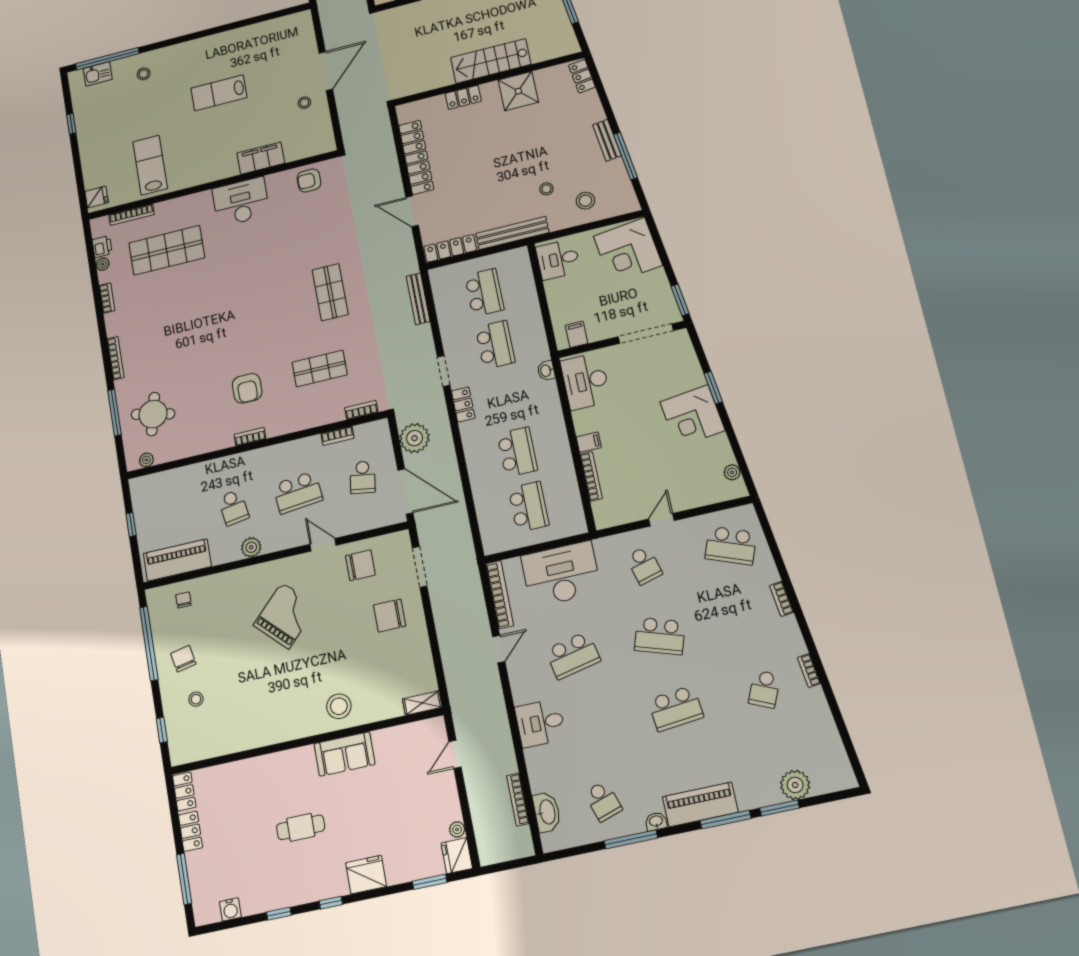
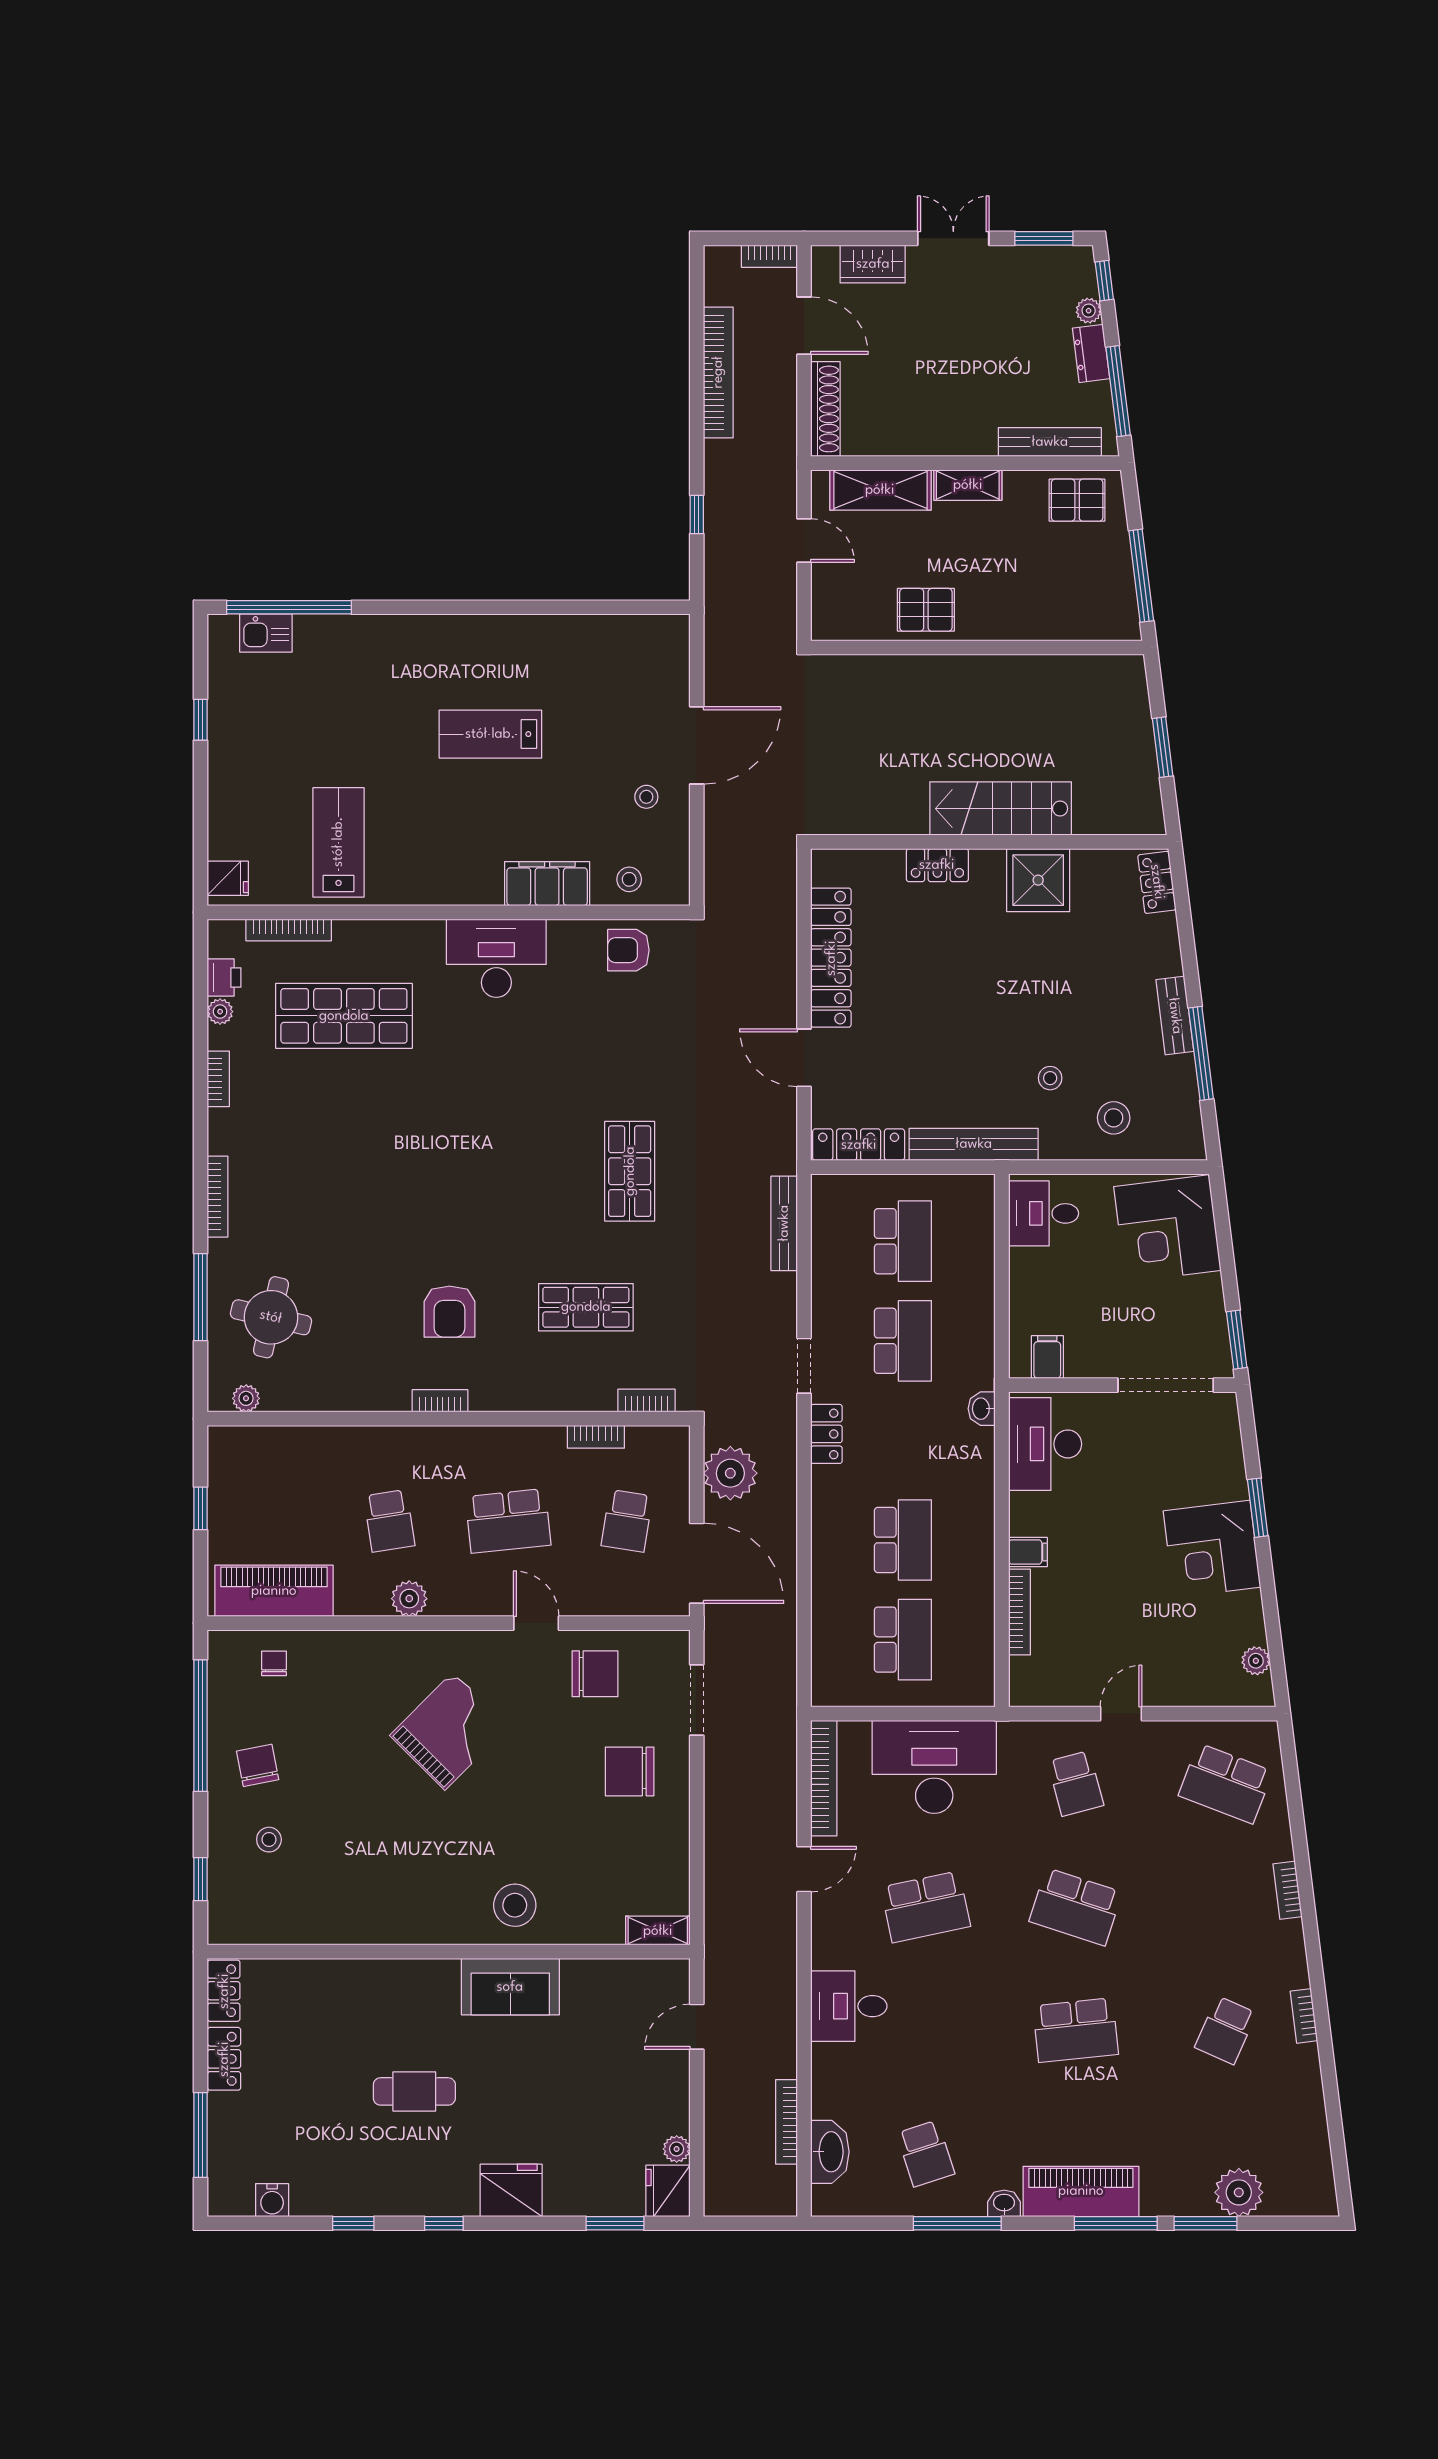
stool: (144, 74) -> (629, 879), moved

